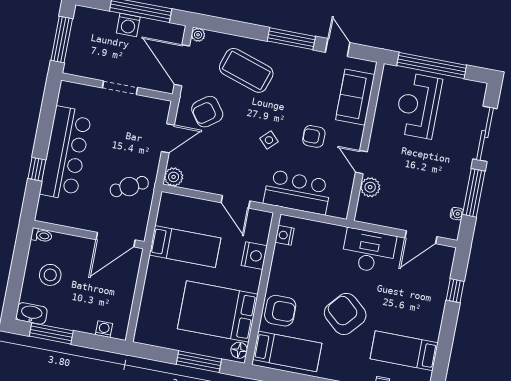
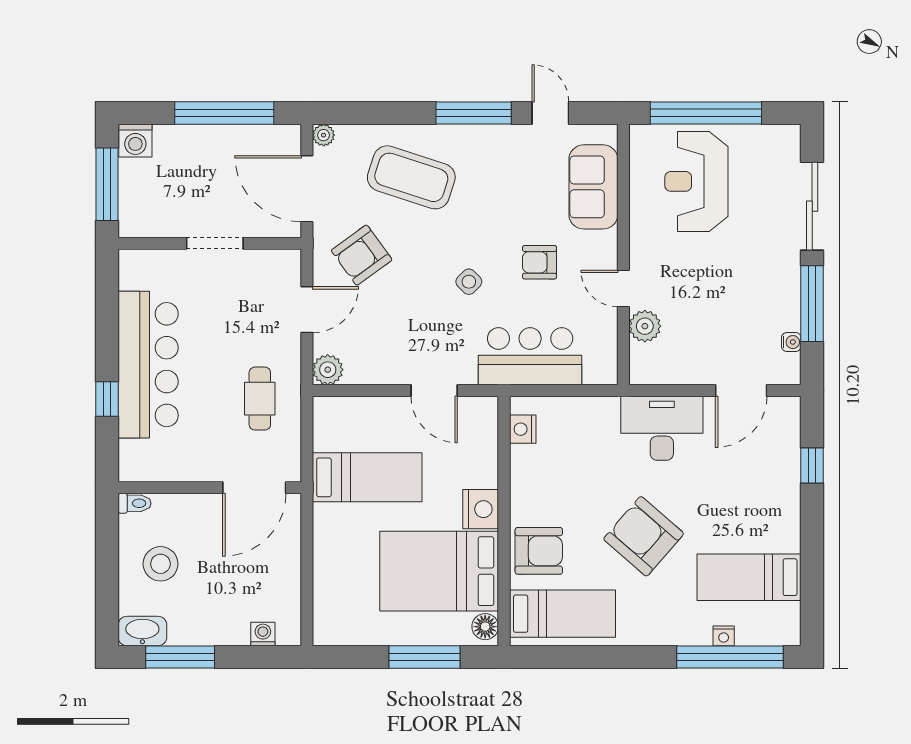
washing machine: (128, 25) -> (135, 141), moved
cafe table: (129, 187) -> (260, 399), turned -63
nightstand: (254, 256) -> (481, 509), moved

